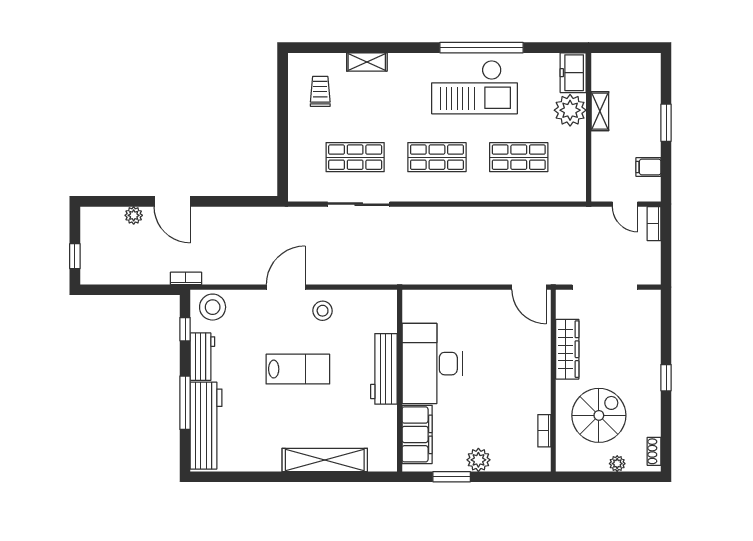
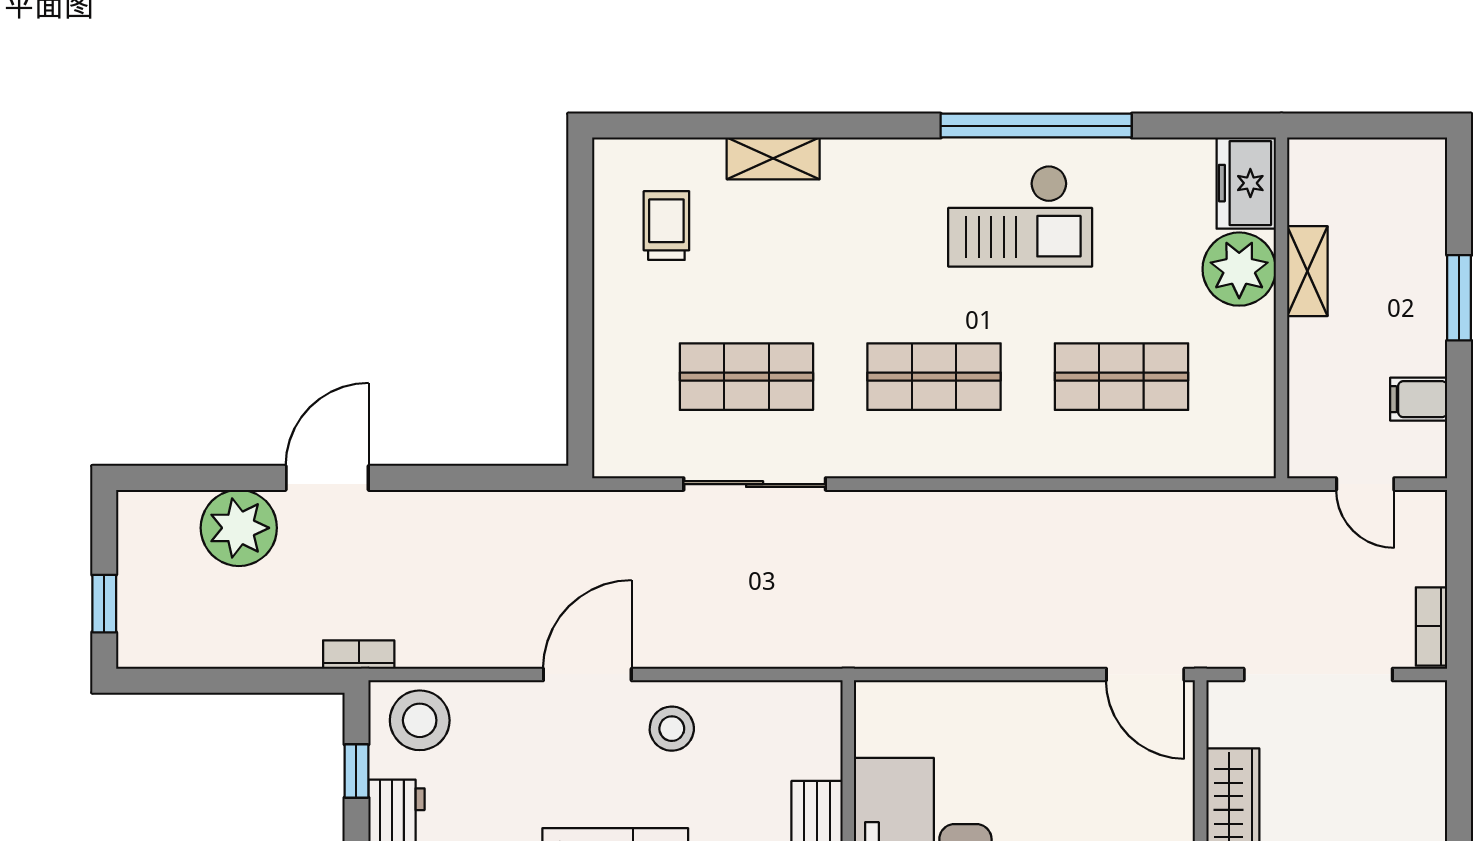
checkout: (475, 87) -> (1020, 216), width x0.73, depth x0.83
door: (172, 201) -> (327, 478), swing flipped
plant: (134, 215) -> (239, 528), width x1.87, depth x1.87
bookcase: (654, 224) -> (1432, 626), moved

